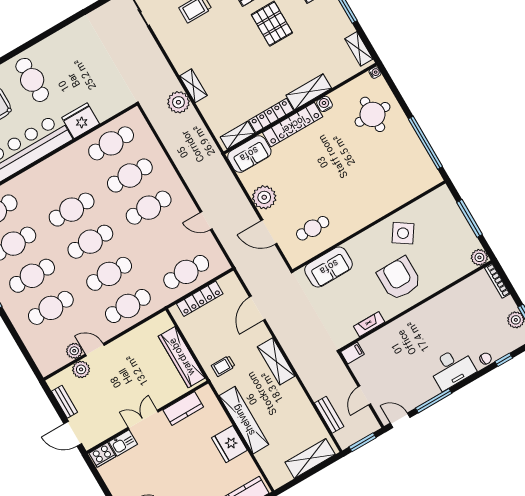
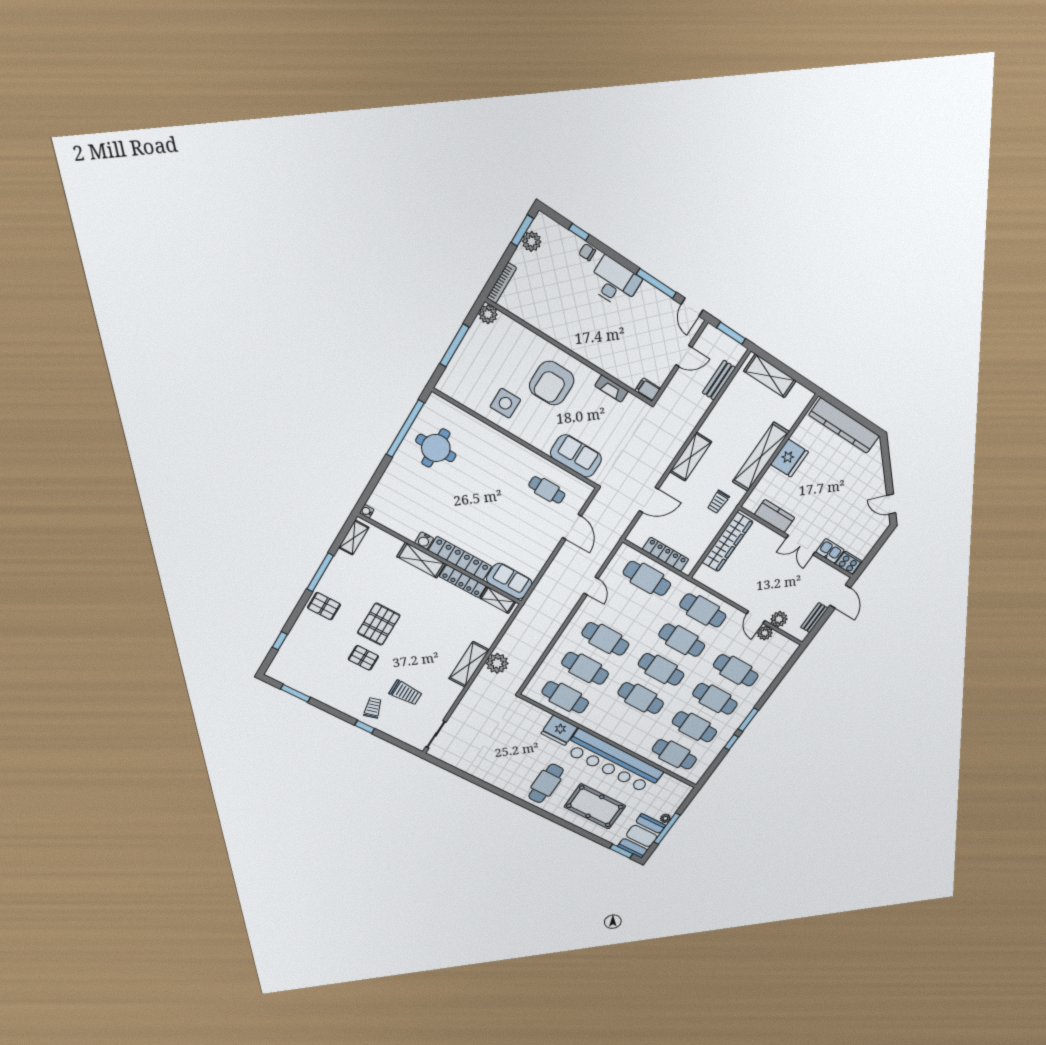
shelving: (193, 86) -> (469, 664), width x1.50, depth x1.33
round table: (373, 114) -> (436, 448), moved
plant: (264, 197) -> (542, 548), removed
side table: (403, 233) -> (505, 403), turned -34
trolley: (223, 366) -> (718, 502), turned 90

